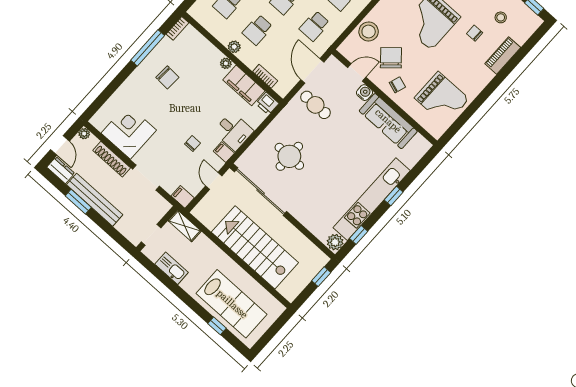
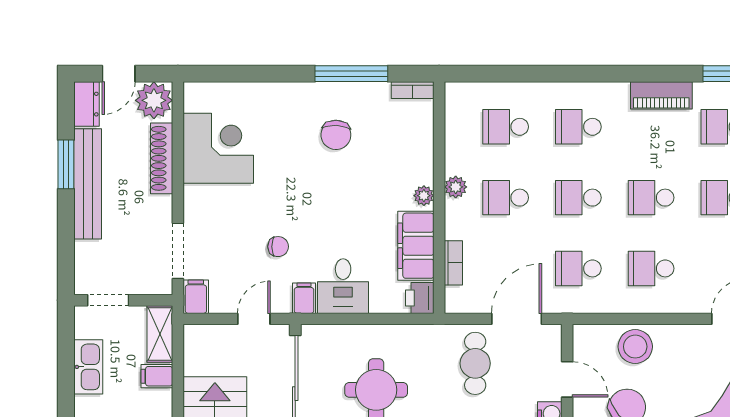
plant: (84, 134) -> (154, 100), width x1.88, depth x1.88
doorway: (146, 178) -> (178, 251), moved
filing cabinet: (201, 243) -> (157, 376), added

